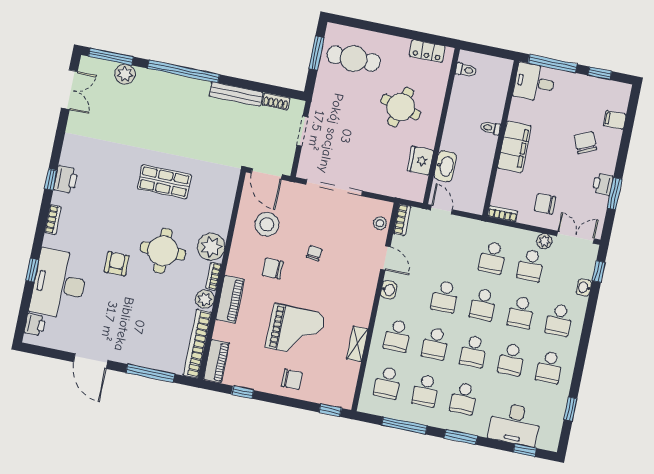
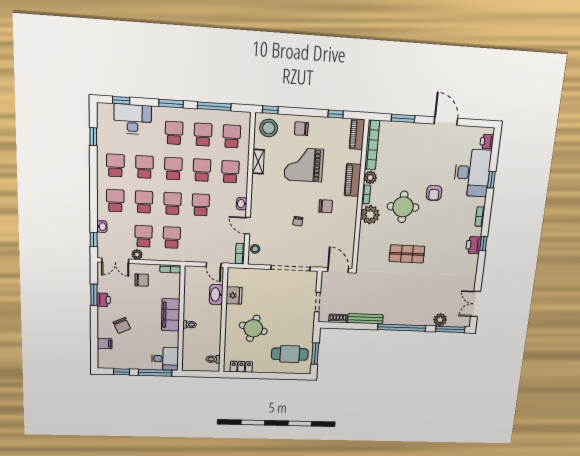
stool: (267, 224) -> (269, 128), moved
window: (150, 373) -> (403, 118), width x0.69

